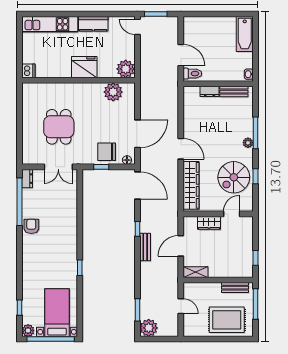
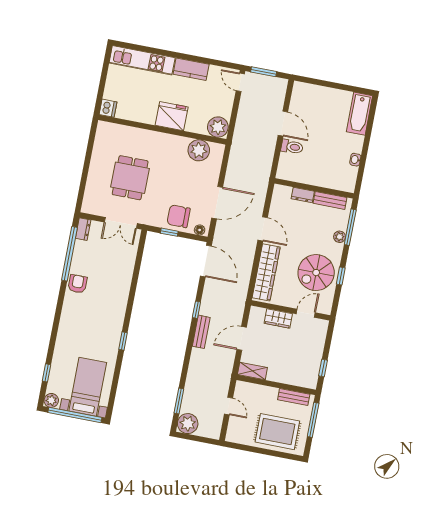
wall: (218, 84) -> (314, 188), moved
dresser: (210, 91) -> (303, 195), moved
bench: (234, 92) -> (330, 200), moved

